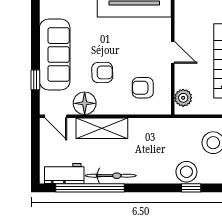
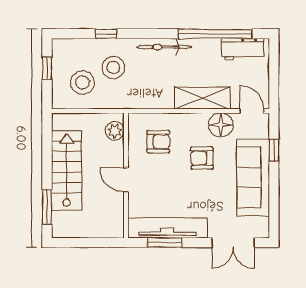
stool: (186, 172) -> (113, 68), moved
bicycle: (111, 176) -> (164, 47), moved

